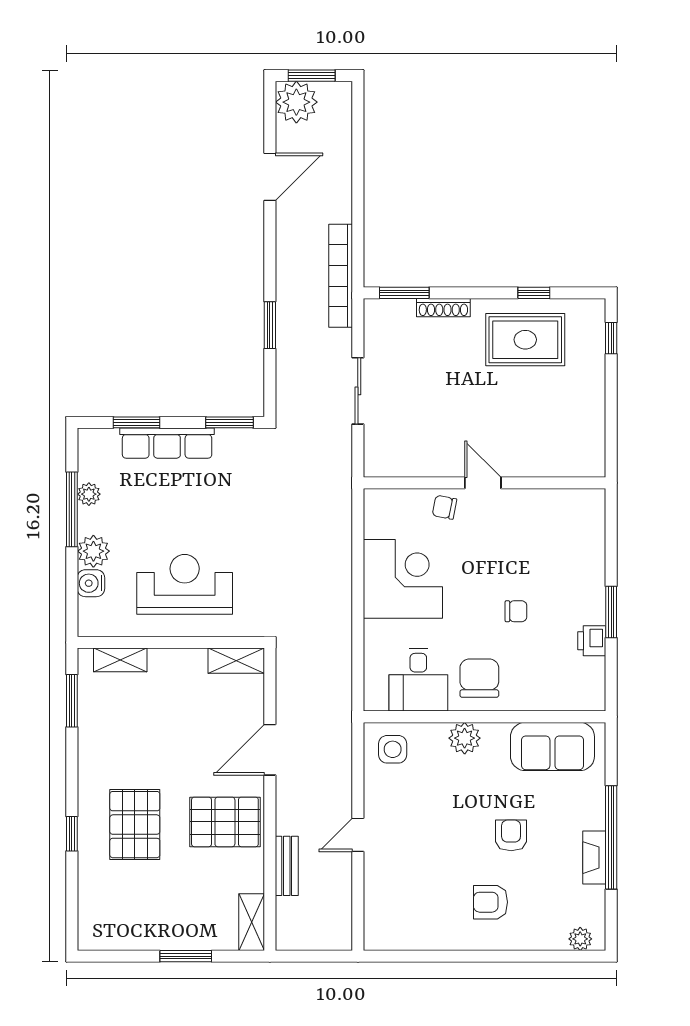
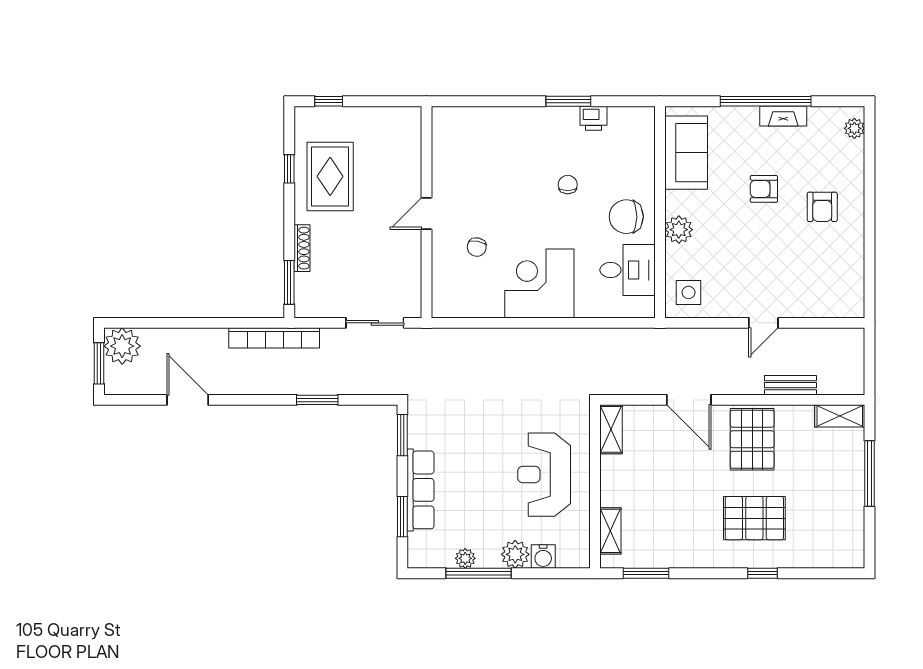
plant: (296, 102) -> (122, 346), moved
door: (483, 483) -> (426, 213), moved
wall: (485, 483) -> (426, 212), moved
door: (358, 835) -> (763, 323), hinge flipped
window: (186, 956) -> (870, 474), width x1.44

